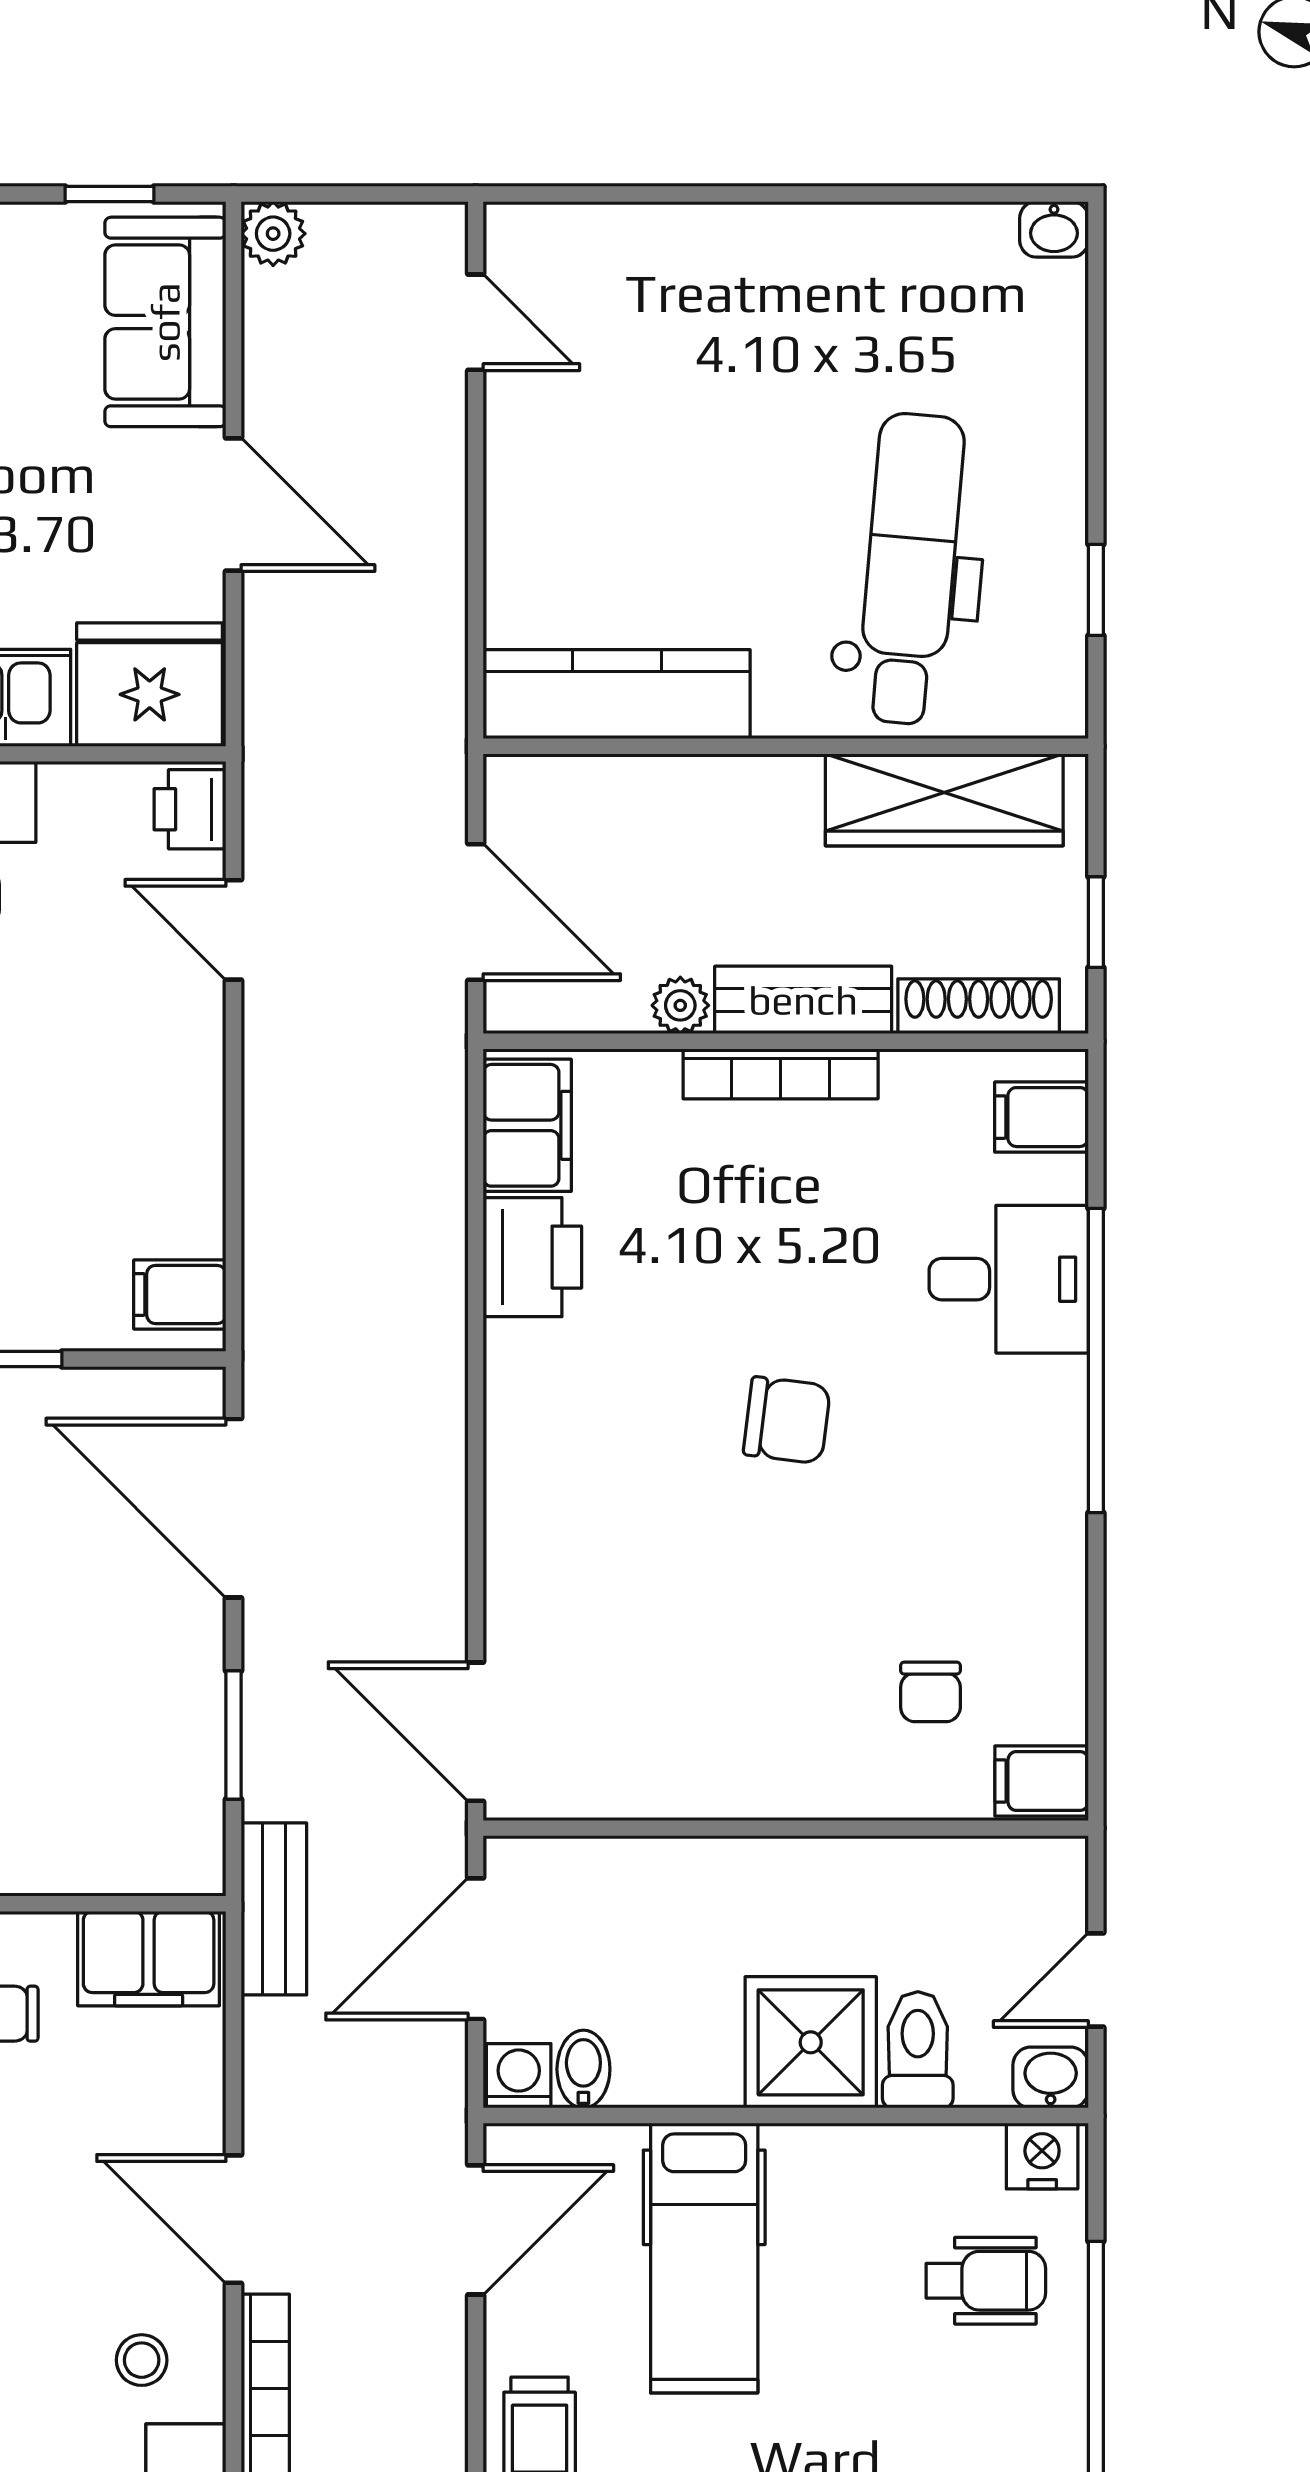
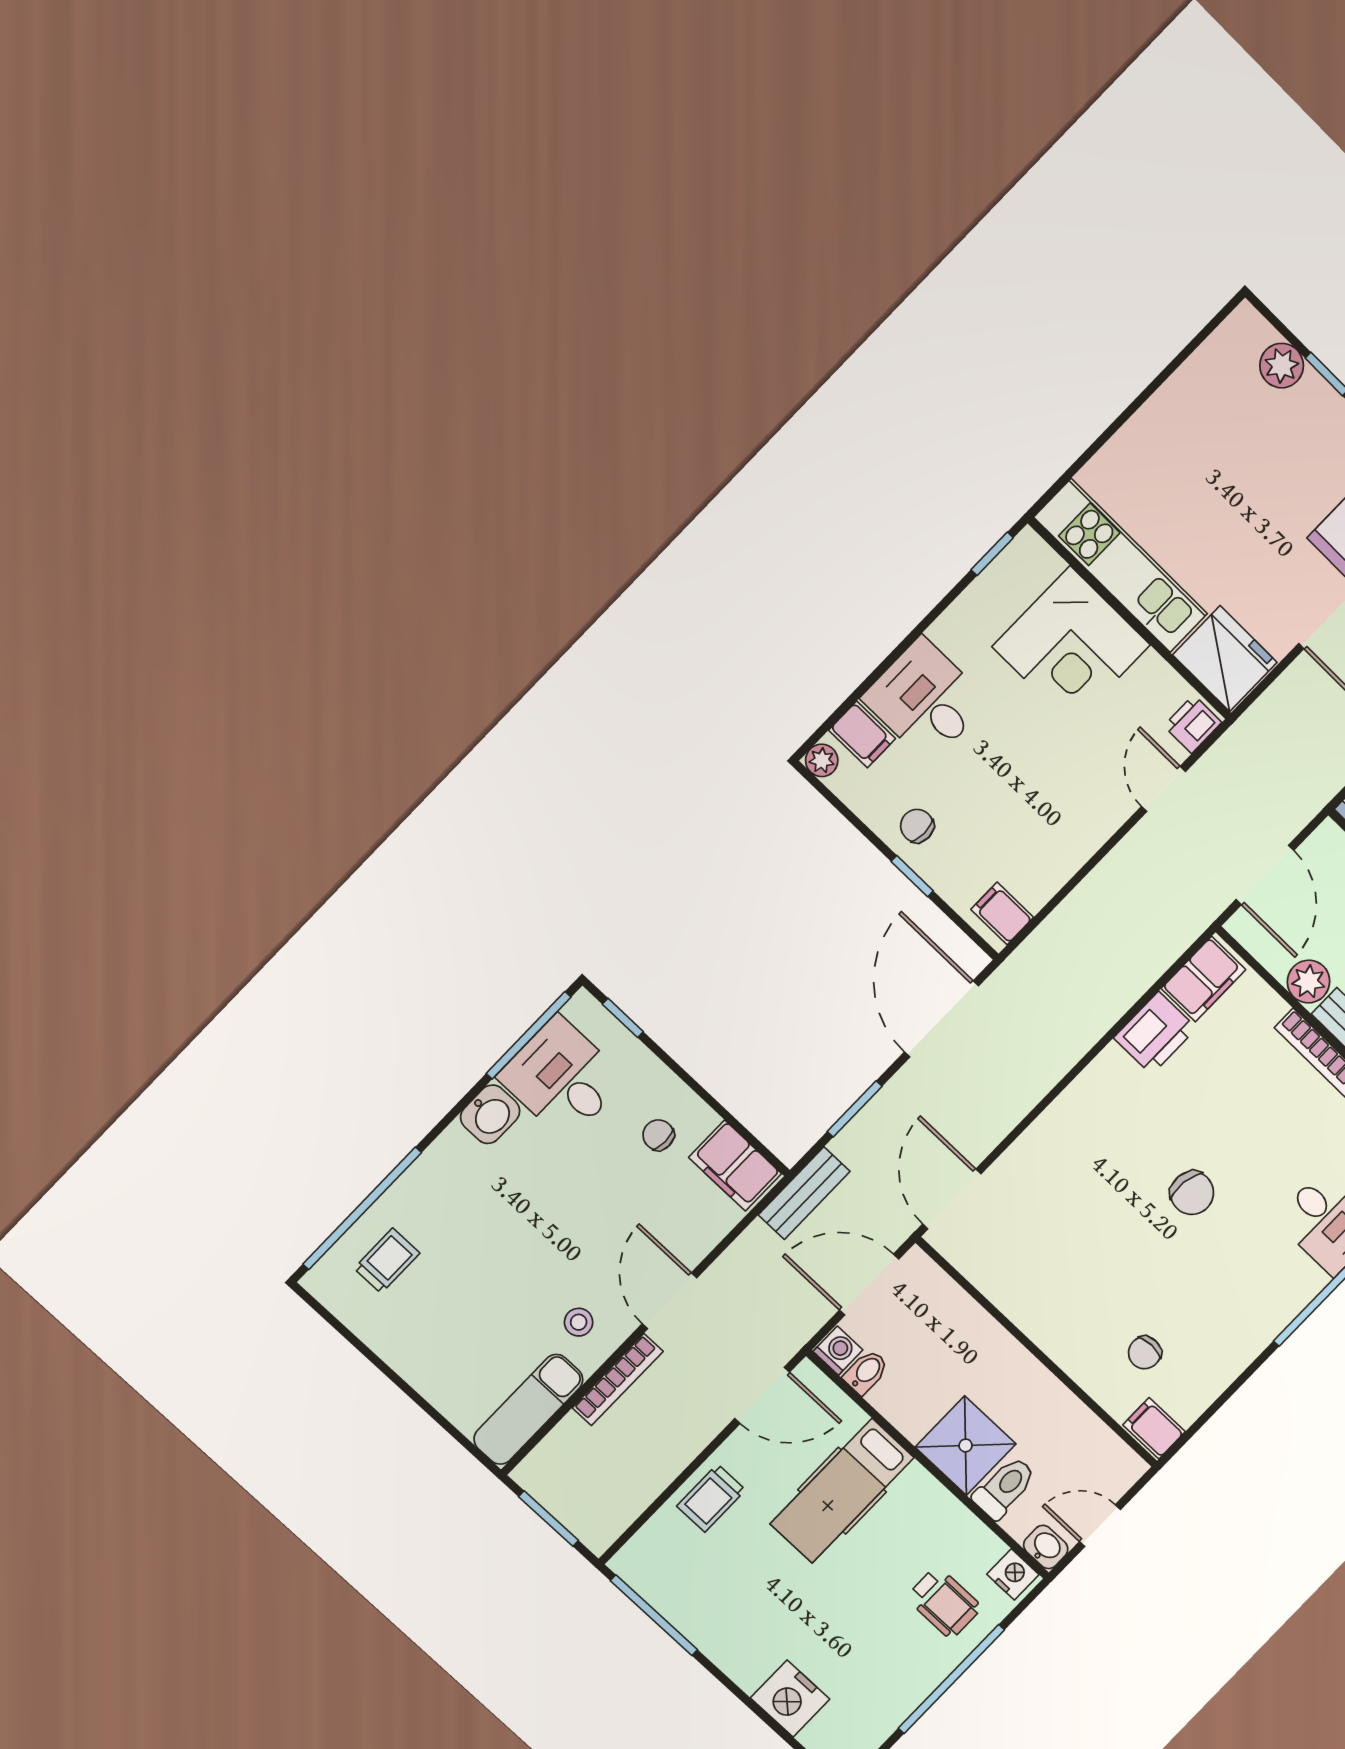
plant: (680, 1005) -> (1308, 982), width x1.38, depth x1.38

